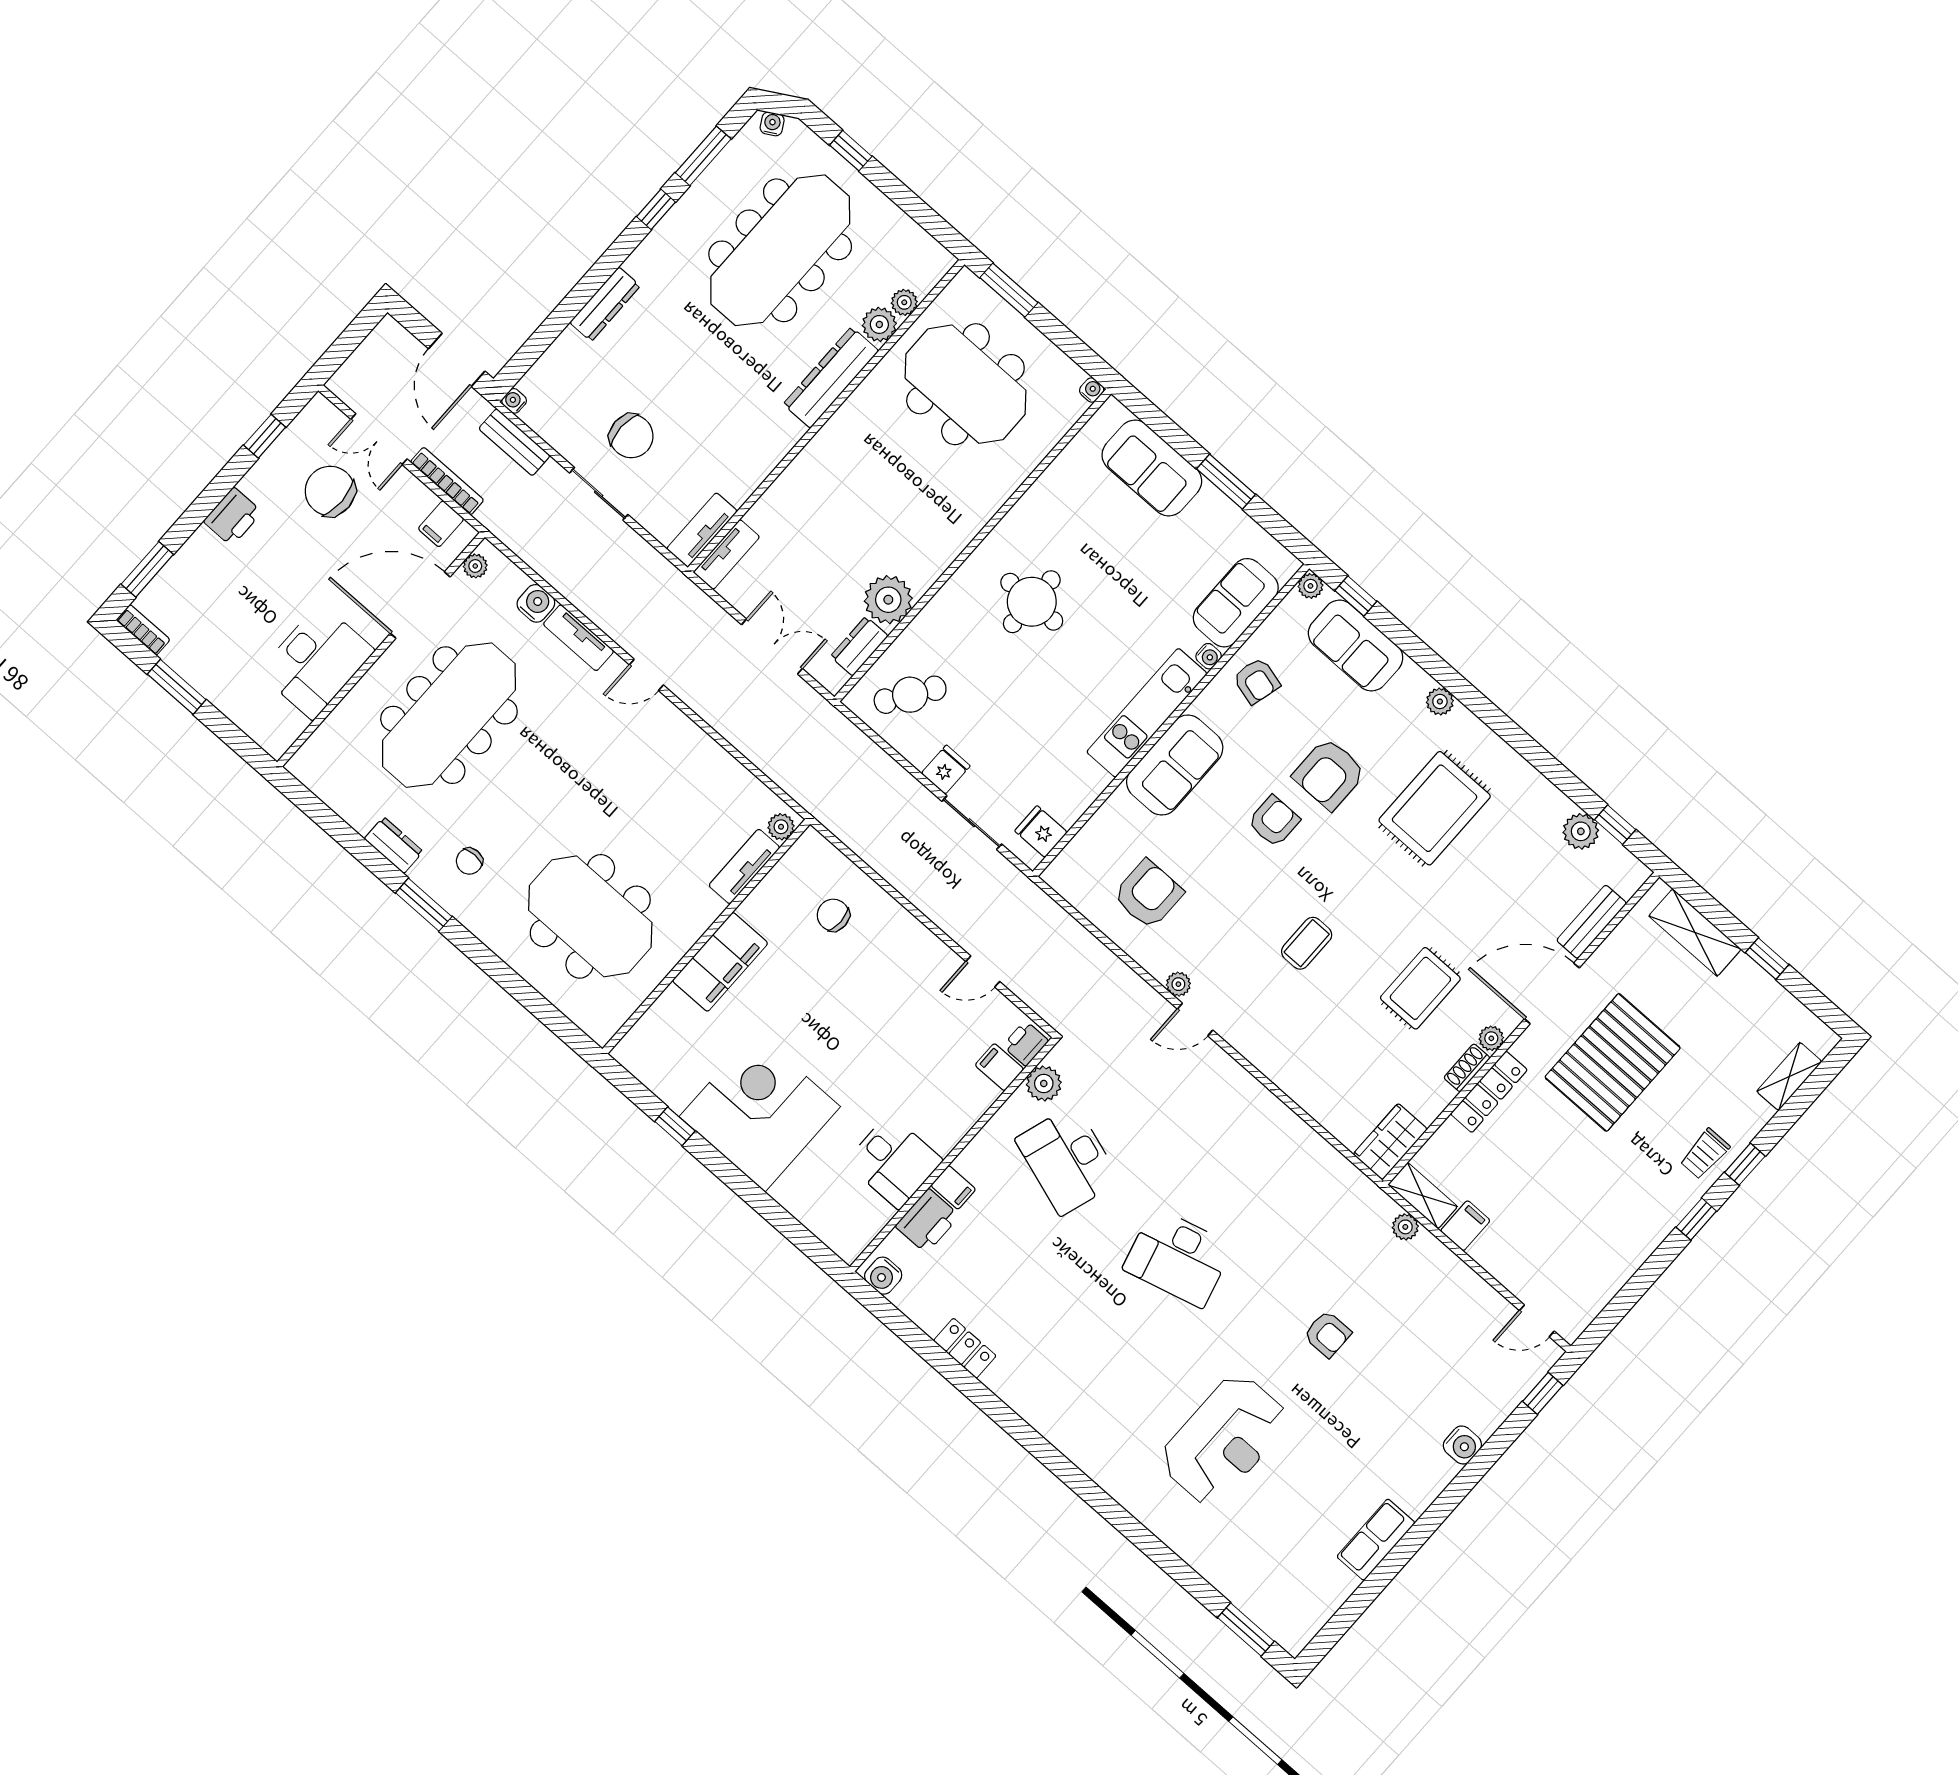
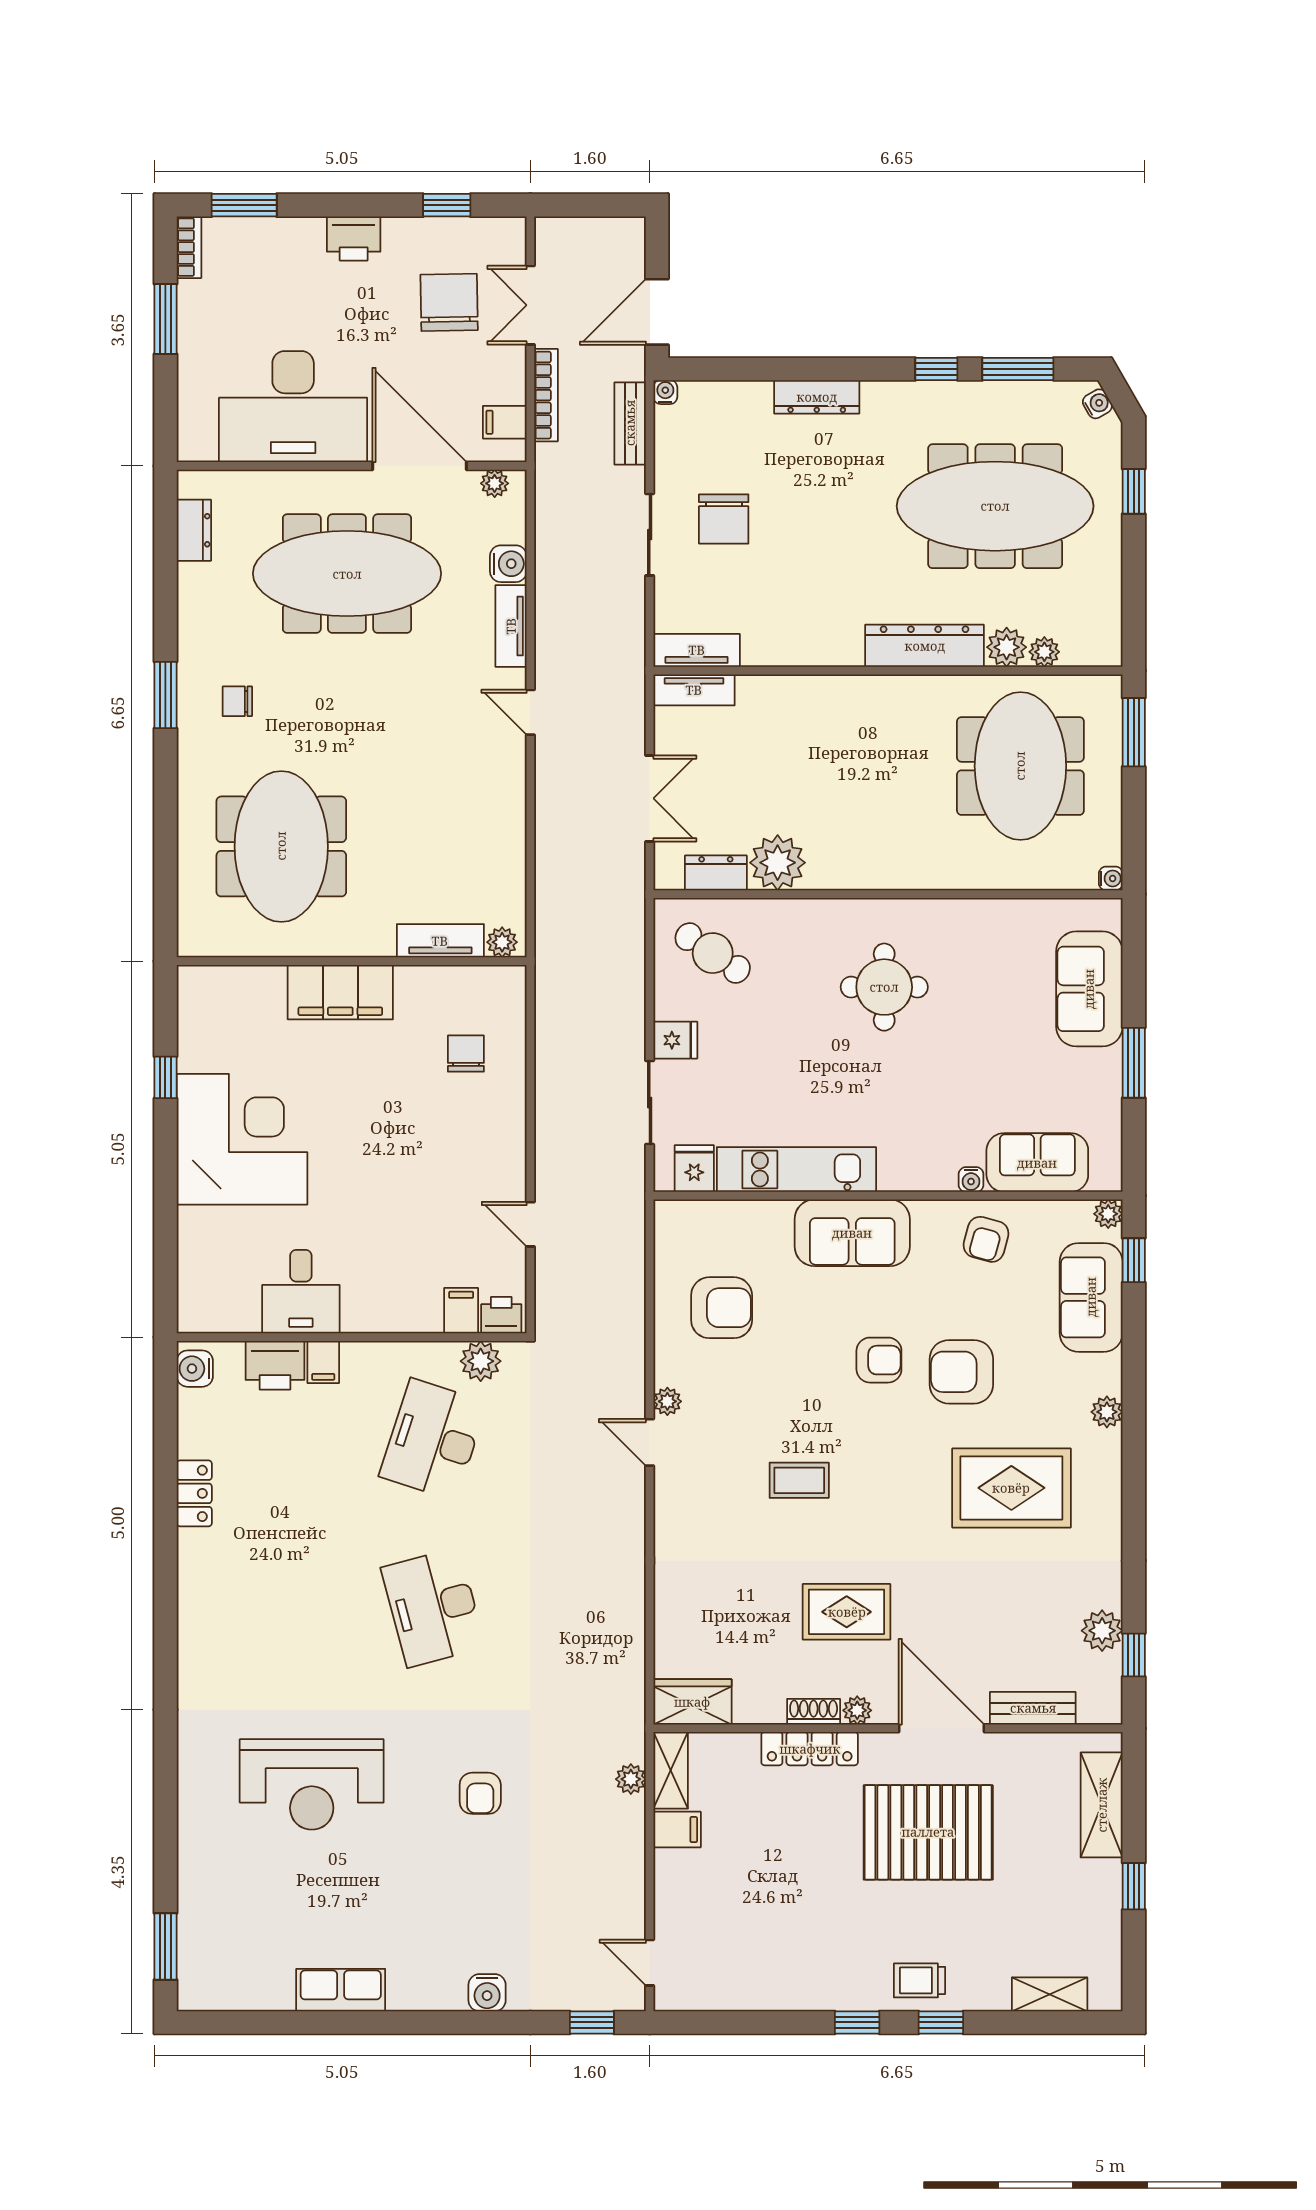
desk: (316, 661) -> (293, 407), width x1.36, depth x1.30
kitchen unit: (1147, 713) -> (796, 1170), moved
dresser: (394, 845) -> (194, 530), moved

